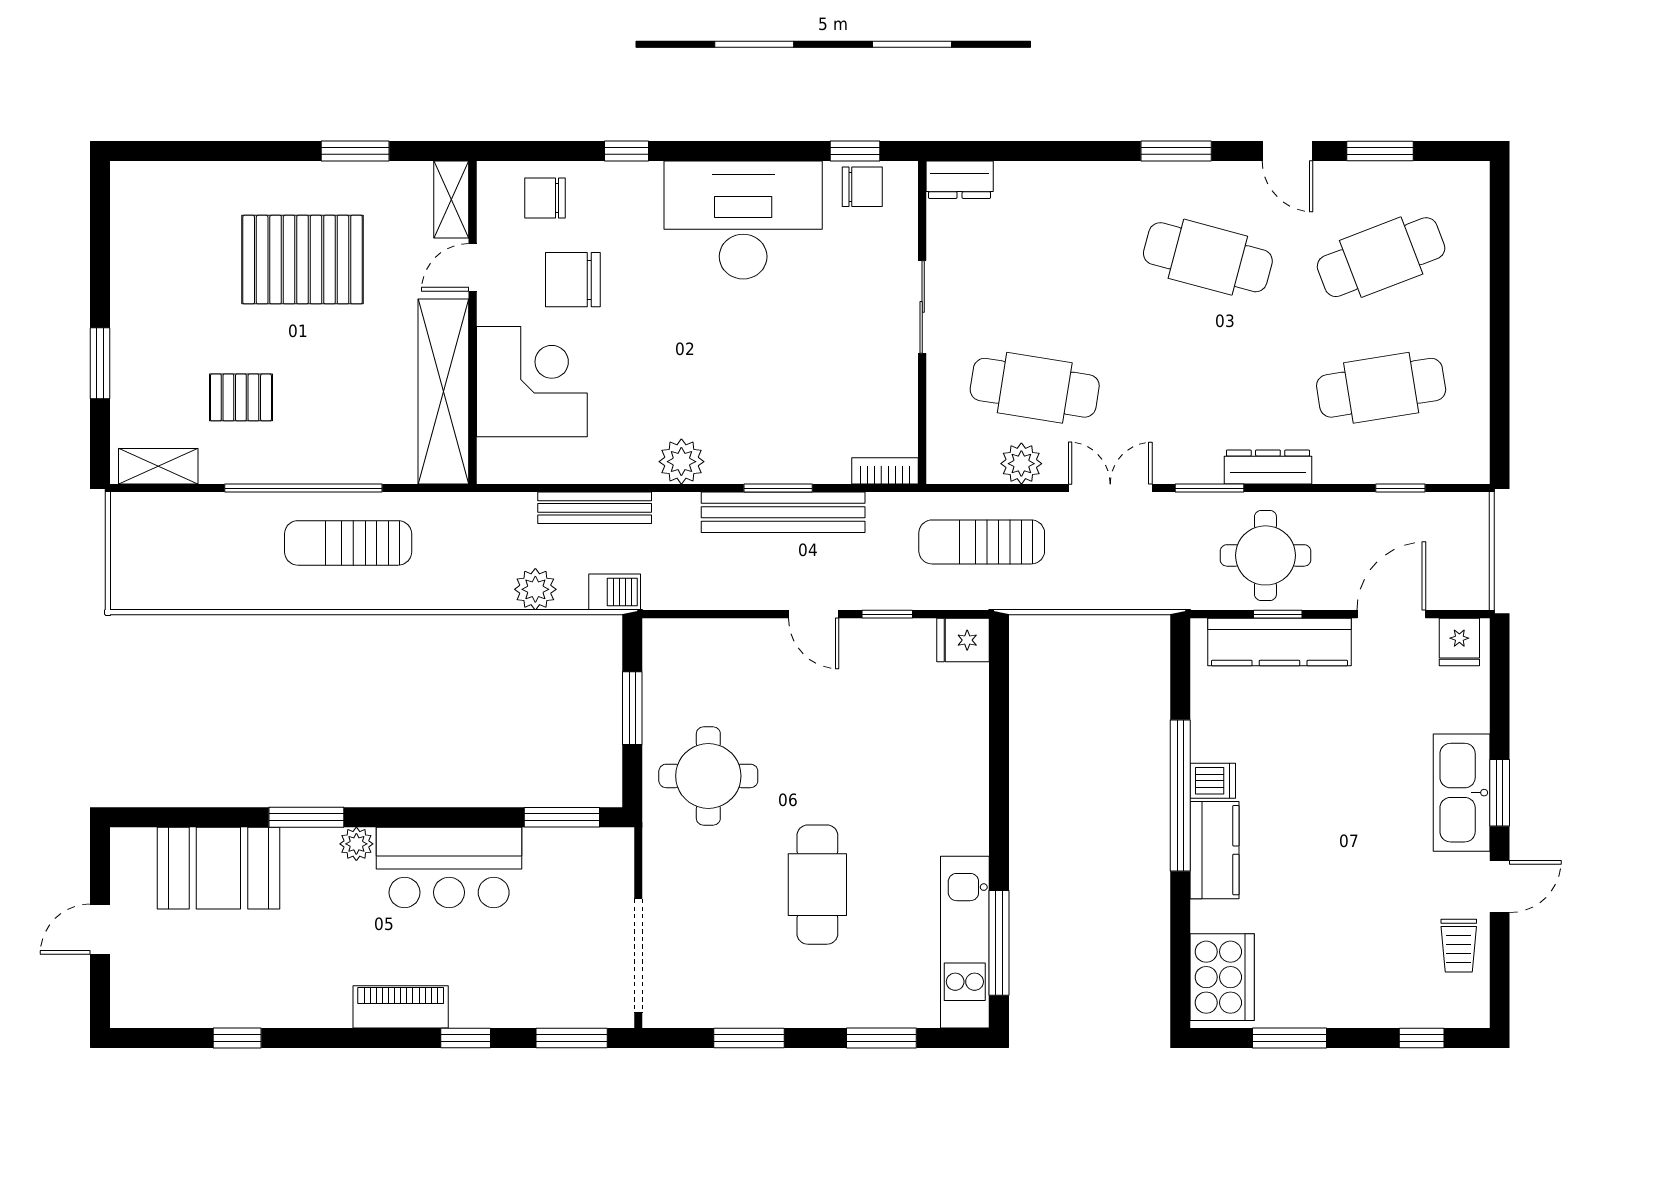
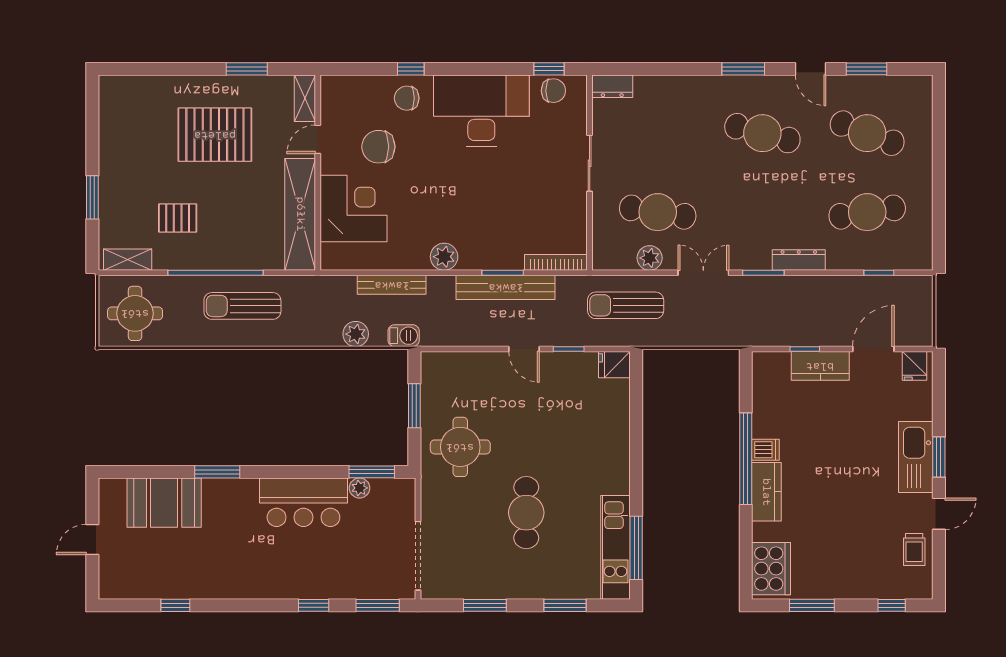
chair: (545, 198) -> (407, 98), moved
cafe table: (1381, 257) -> (867, 133), turned 42
bookcase: (885, 471) -> (556, 262), width x1.56
round table: (1265, 555) -> (135, 313), moved
kitchen counter: (1279, 642) -> (820, 366), width x0.67
plant: (356, 844) -> (360, 488), moved
piano: (401, 1007) -> (274, 587), removed

